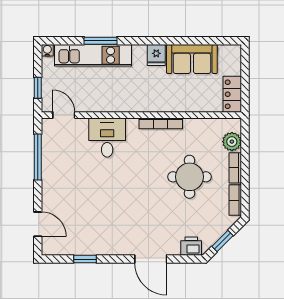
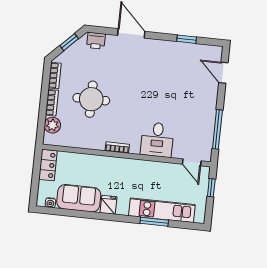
water cooler: (47, 50) -> (50, 203), moved
bookcase: (161, 123) -> (117, 148), width x0.64

